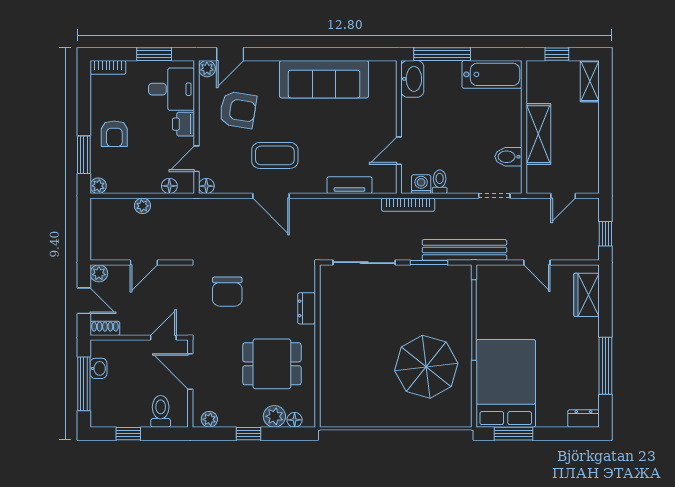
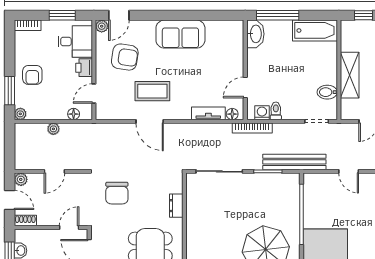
sofa: (324, 79) -> (180, 34), width x0.73
floor lamp: (206, 186) -> (232, 114), moved

